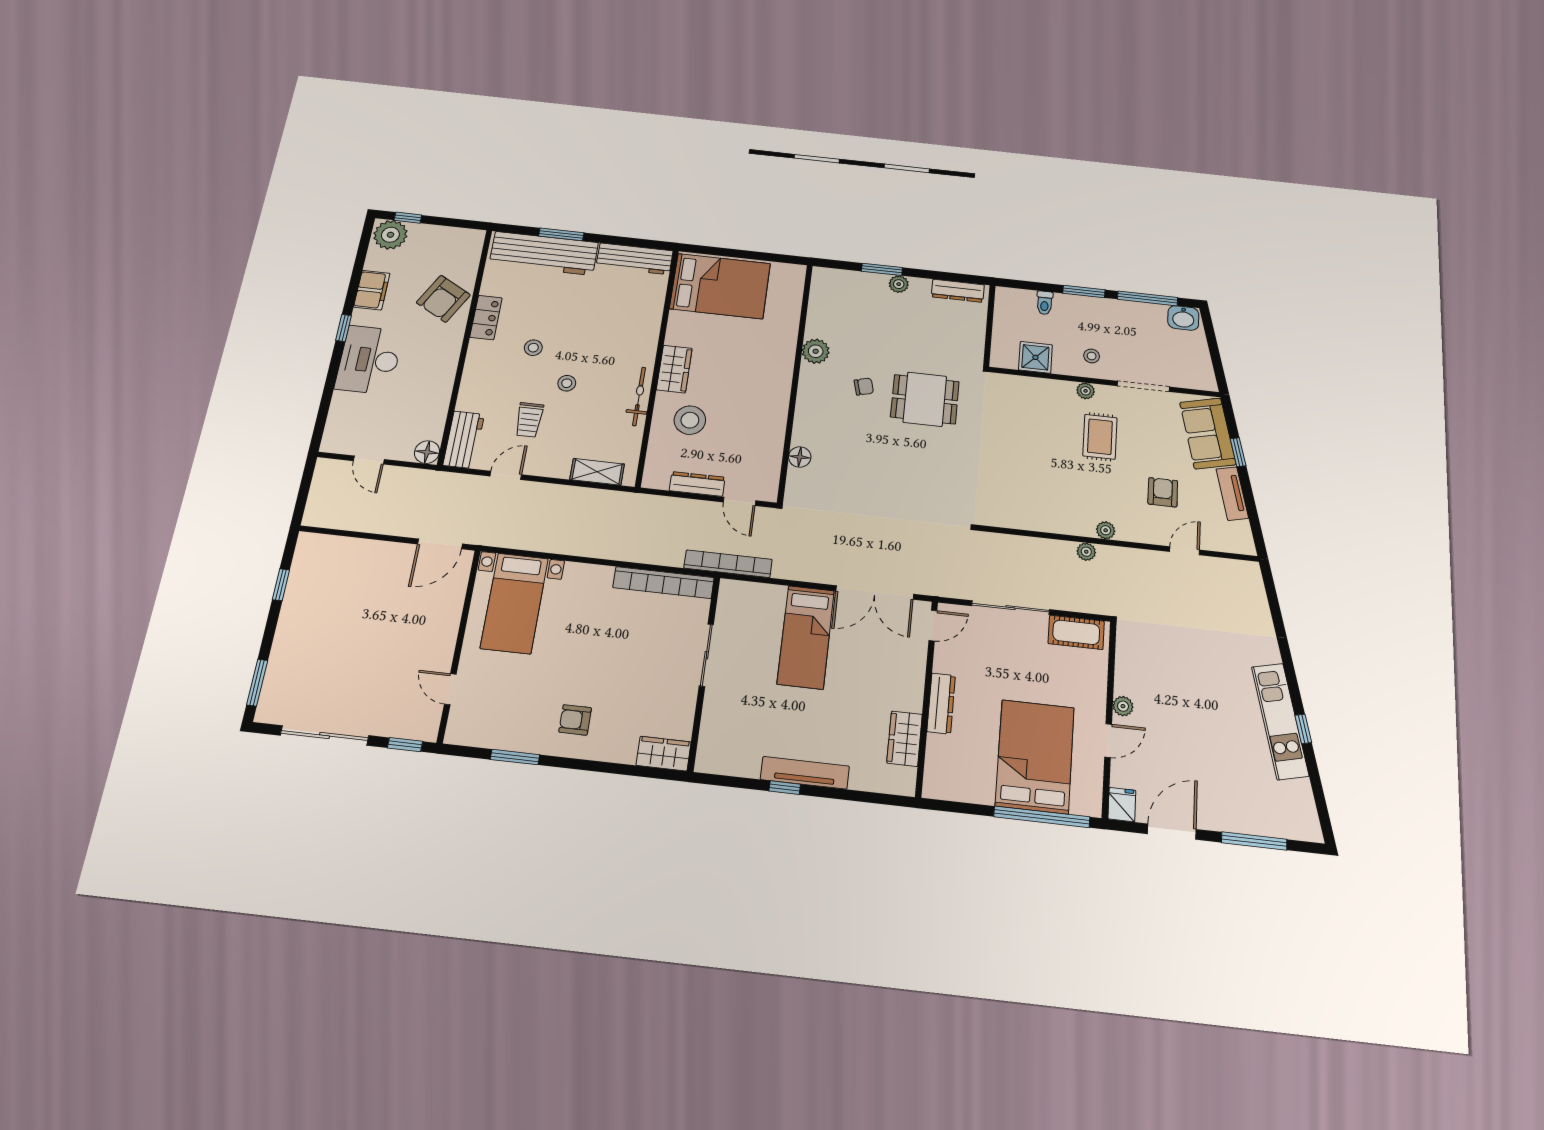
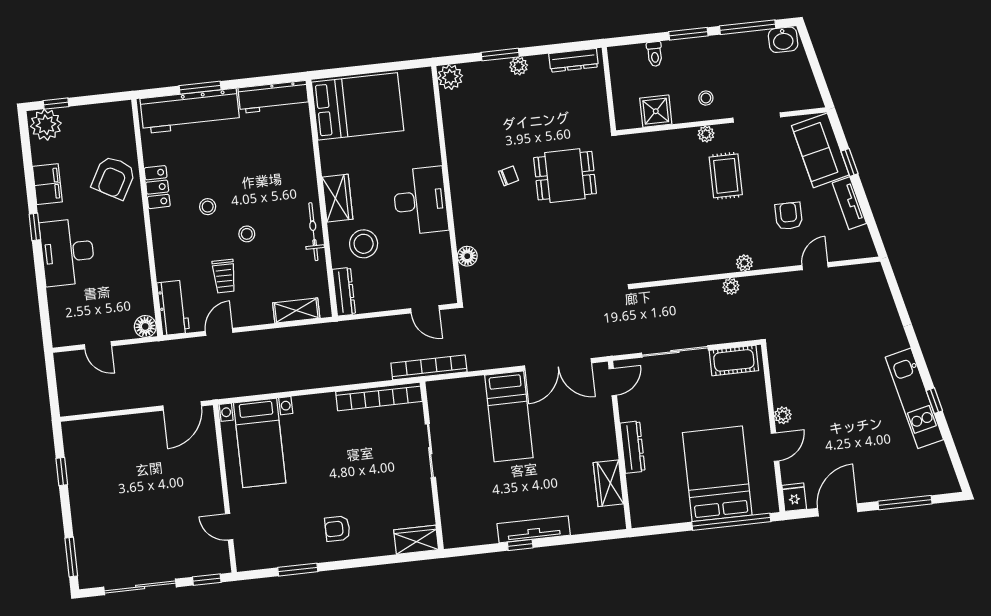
plant: (816, 351) -> (450, 77), moved
desk: (763, 390) -> (420, 201), added
dresser: (697, 484) -> (344, 292), moved, turned 90

